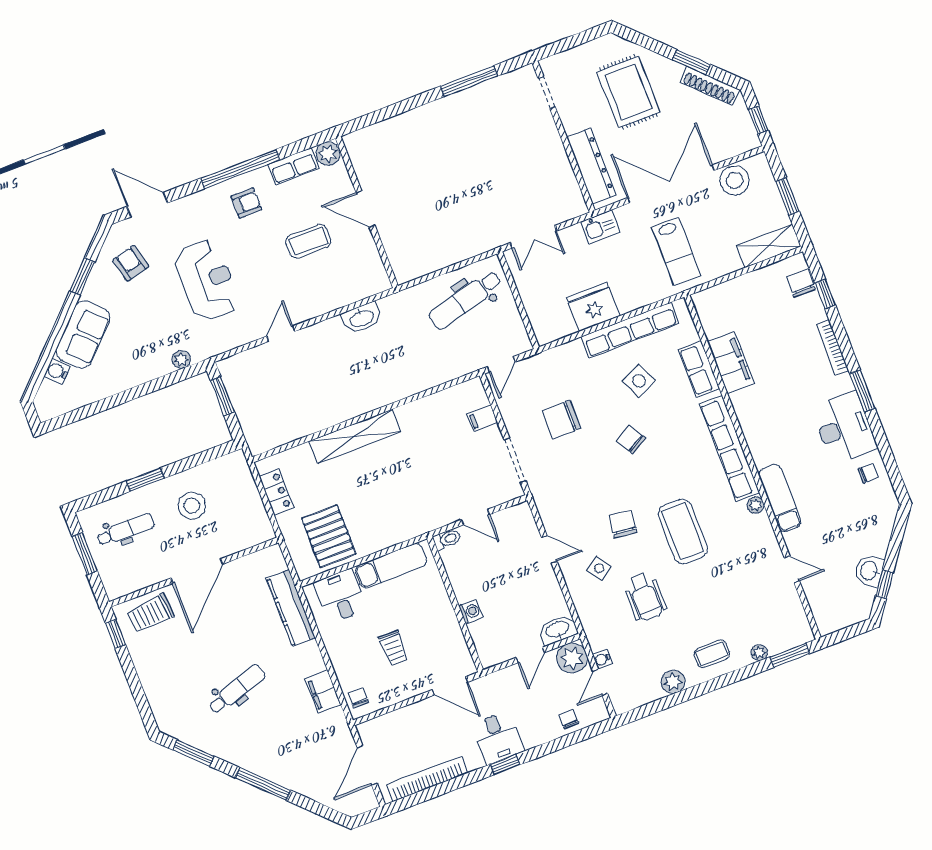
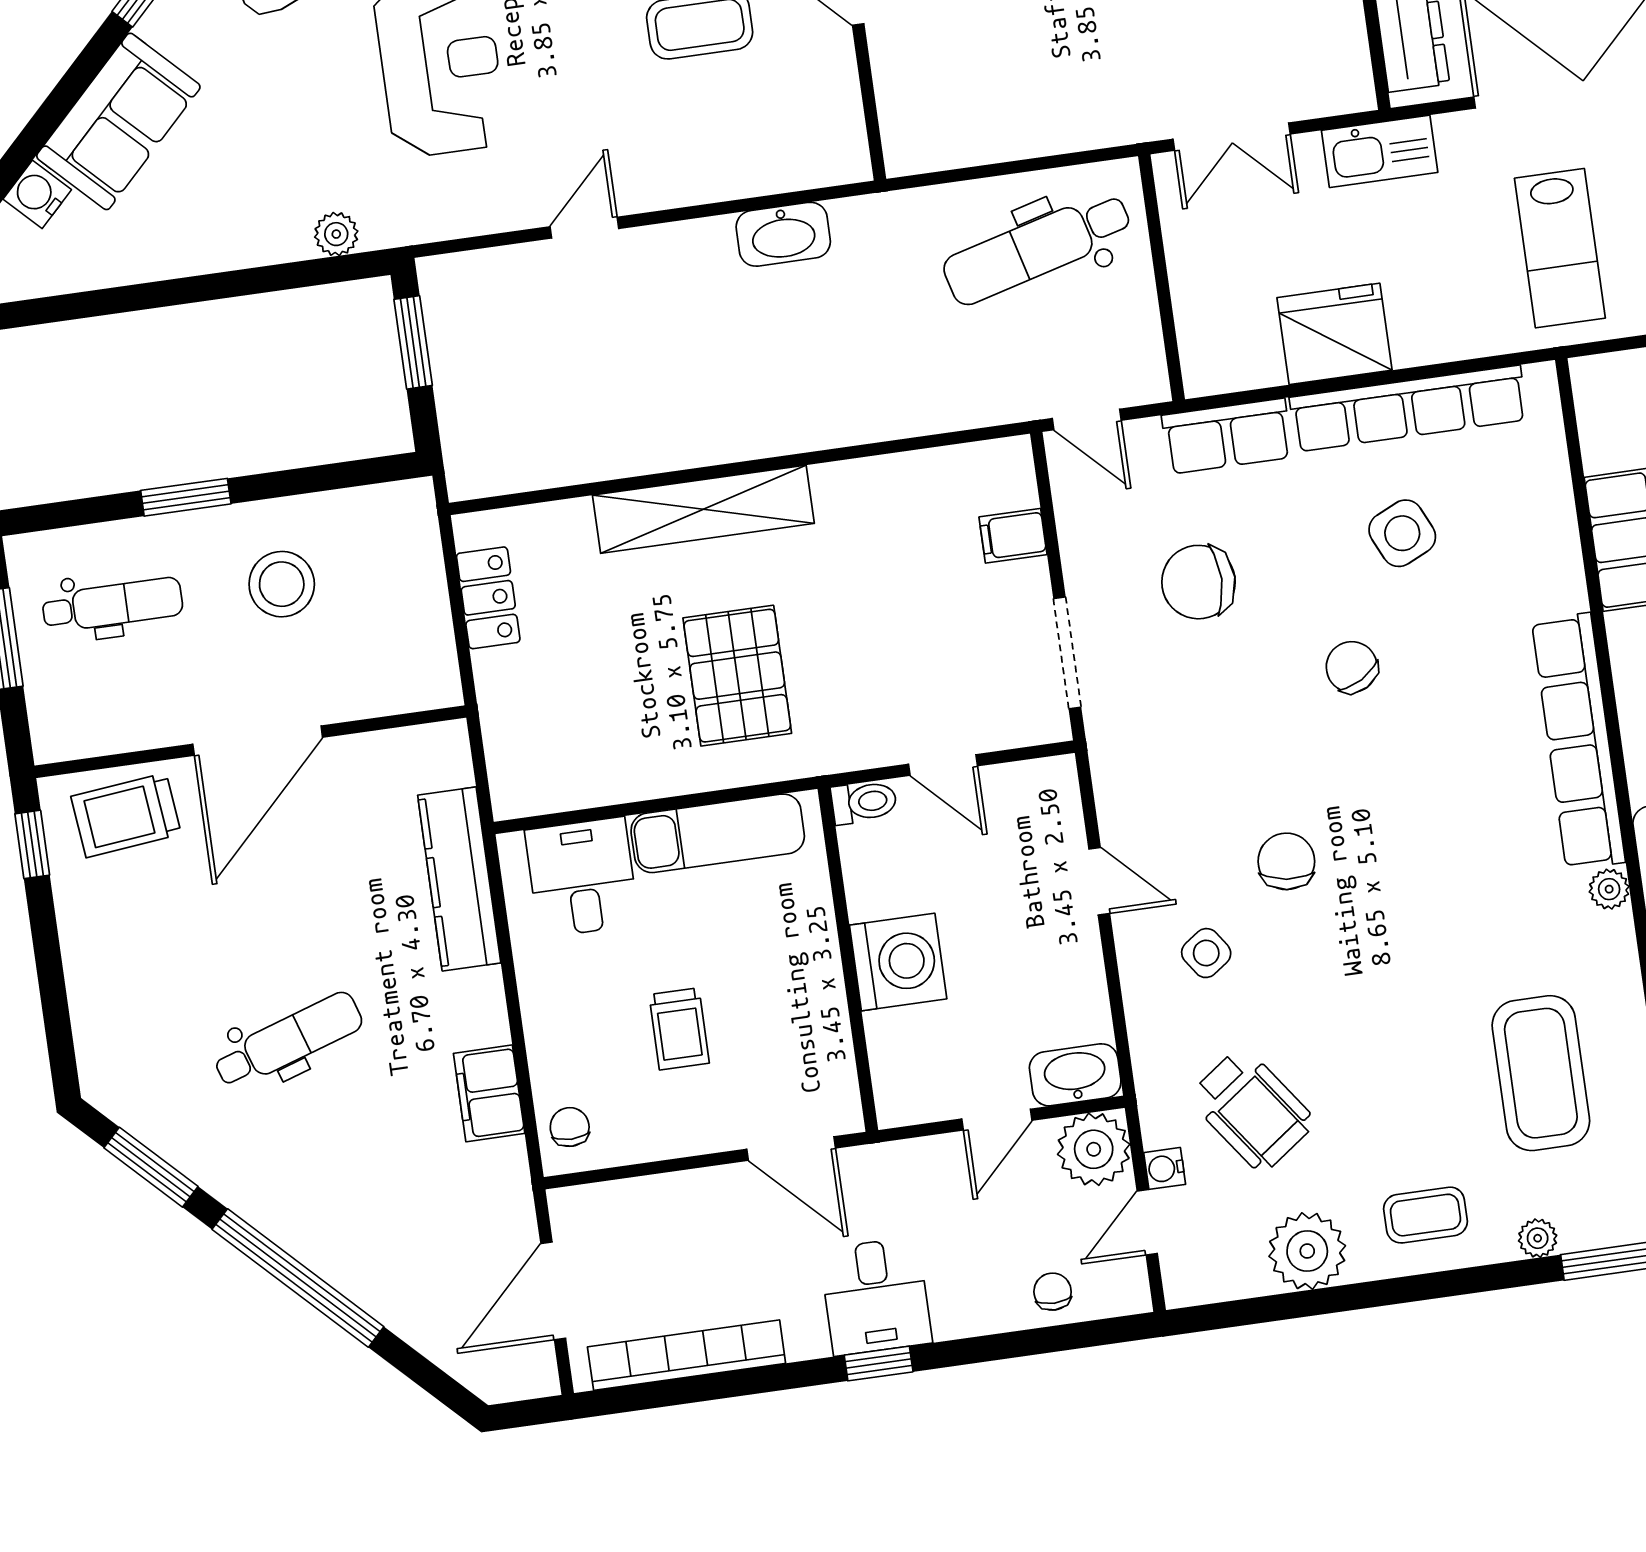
kitchen sink: (600, 227) -> (1380, 151), width x1.38
door: (501, 364) -> (1087, 419), hinge flipped
row of seats: (699, 369) -> (1227, 436), moved, turned -90
coffee table: (683, 532) -> (1541, 1073), moved
pallet: (329, 536) -> (737, 676), moved
wheelchair: (645, 596) -> (1252, 1110), moved, turned -36
washing machine: (471, 612) -> (898, 962), width x1.89, depth x1.89
plant: (673, 682) -> (1307, 1251), width x1.36, depth x1.36
window: (263, 784) -> (298, 1278), width x1.46

